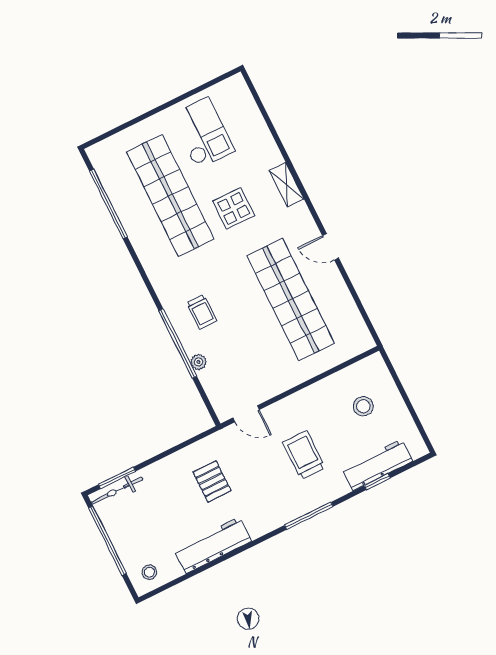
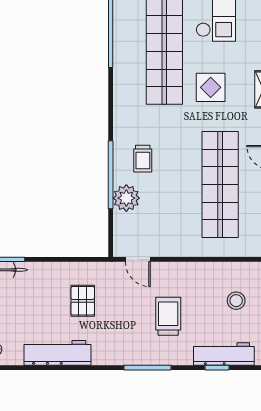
plant: (198, 362) -> (126, 198), width x1.87, depth x1.87

